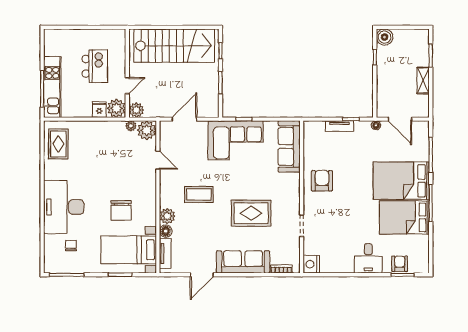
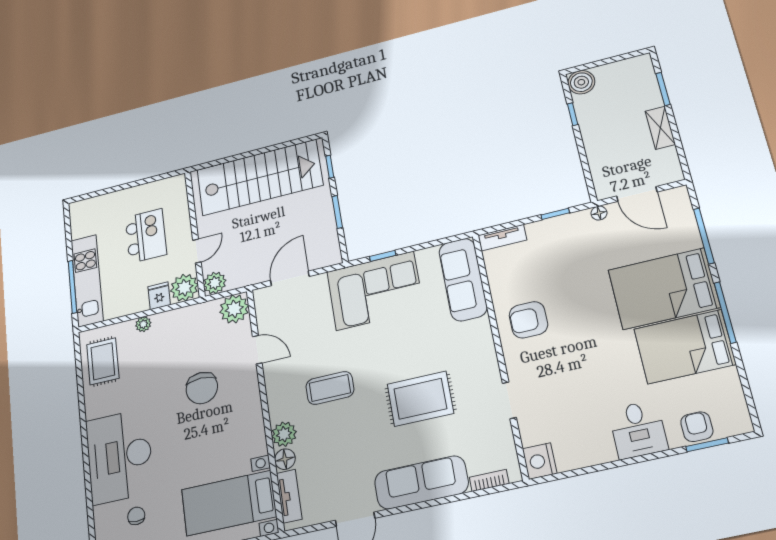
plant: (131, 126) -> (143, 324), moved
tv unit: (339, 126) -> (502, 238), moved
armchair: (322, 181) -> (528, 320), turned -90
chair: (121, 210) -> (202, 388), moved

